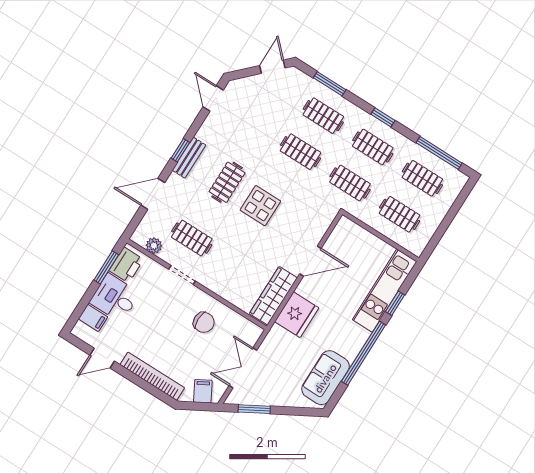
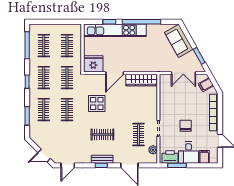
door: (272, 67) -> (44, 156), moved
display table: (260, 206) -> (97, 104), moved
door: (310, 261) -> (115, 73), swing flipped
kitchen unit: (385, 291) -> (115, 30), width x1.36
fridge: (297, 315) -> (93, 64), moved
chair: (204, 322) -> (186, 126), moved
sofa: (325, 378) -> (179, 41), moved, turned 61

